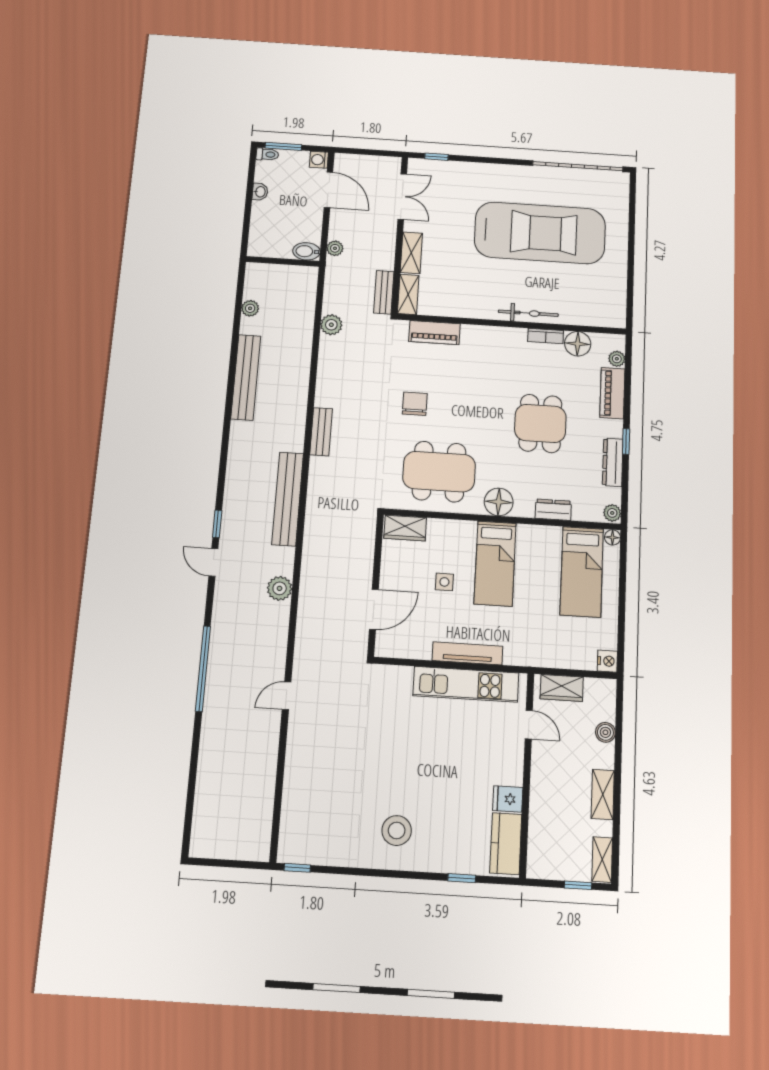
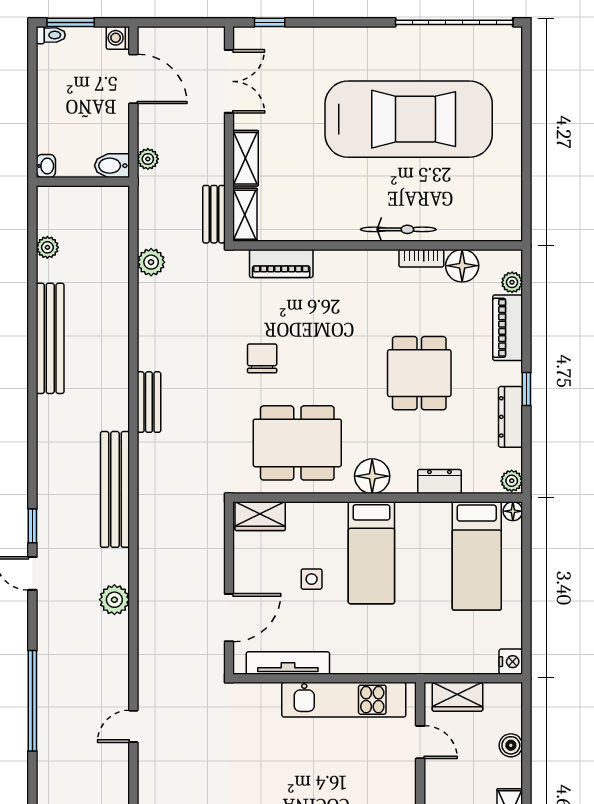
washbasin: (260, 192) -> (46, 166), moved
tv unit: (467, 653) -> (288, 663), moved

